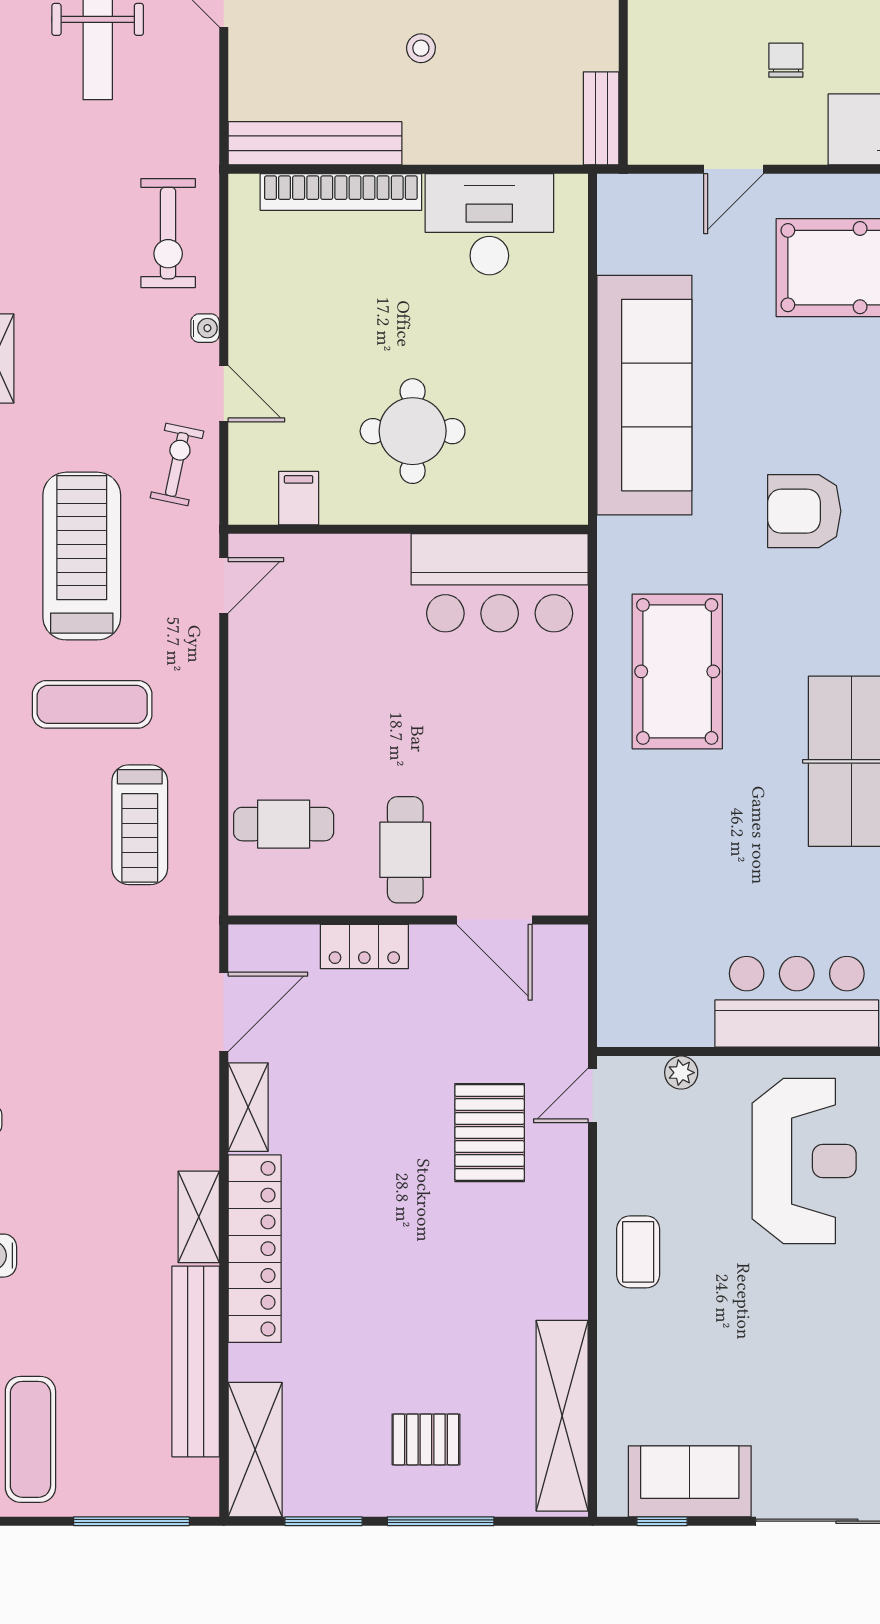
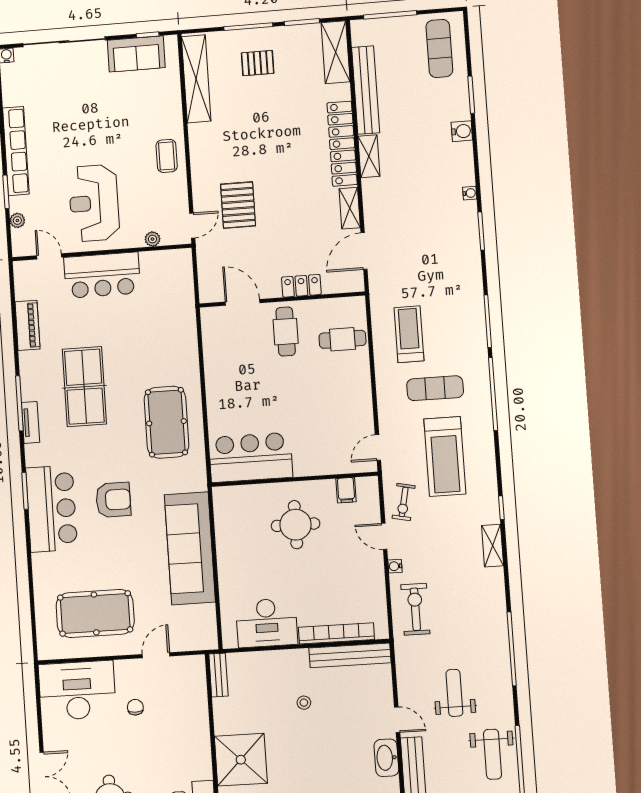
chair: (786, 60) -> (135, 707), turned 180

